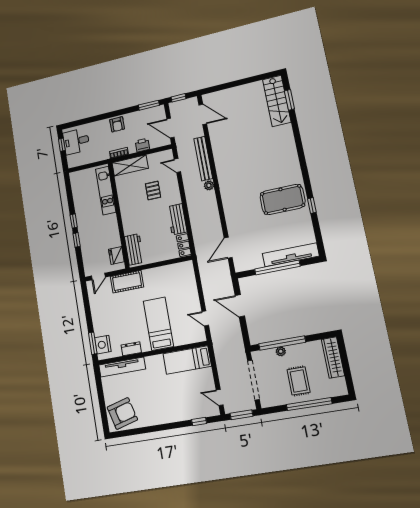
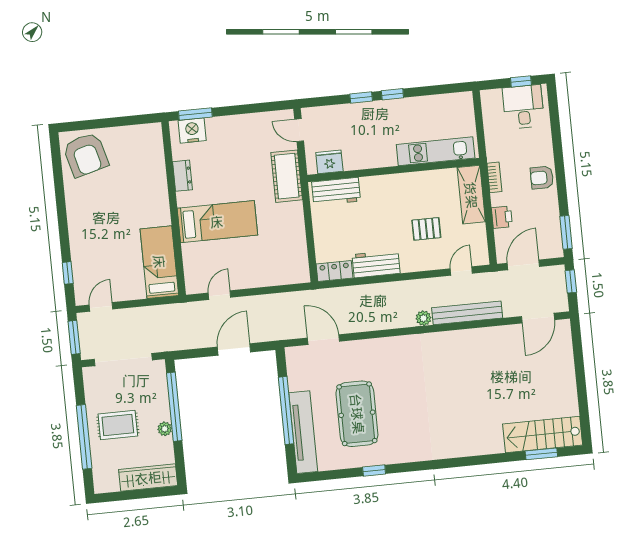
pool table: (283, 199) -> (357, 414), moved
plant: (281, 351) -> (165, 429), moved
tv unit: (122, 367) -> (156, 159), removed

